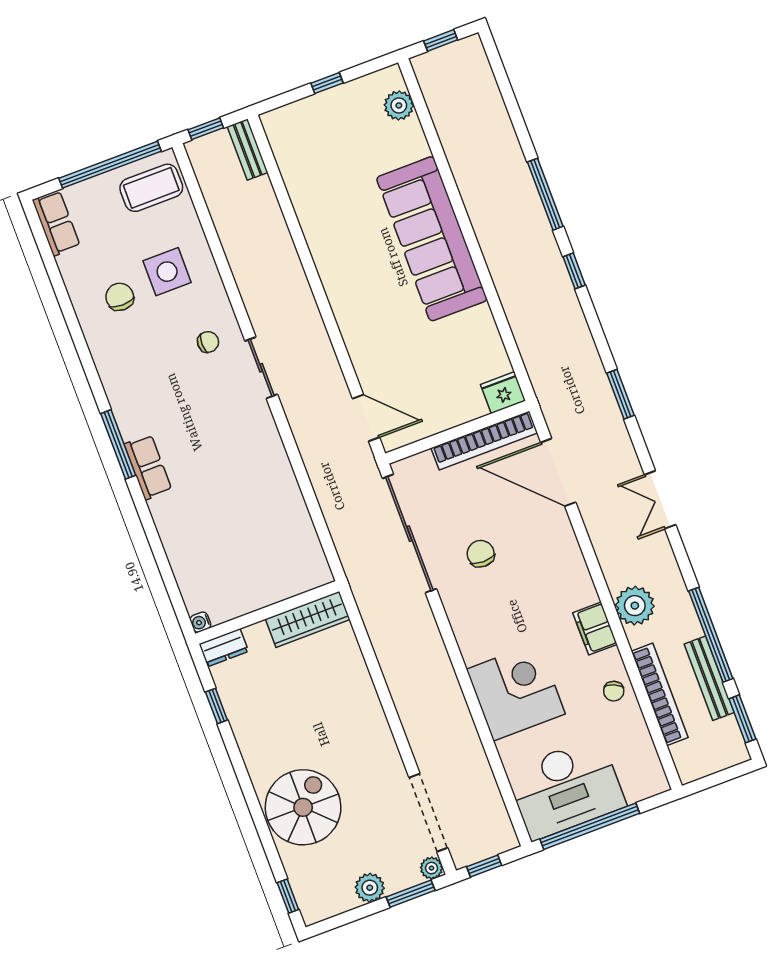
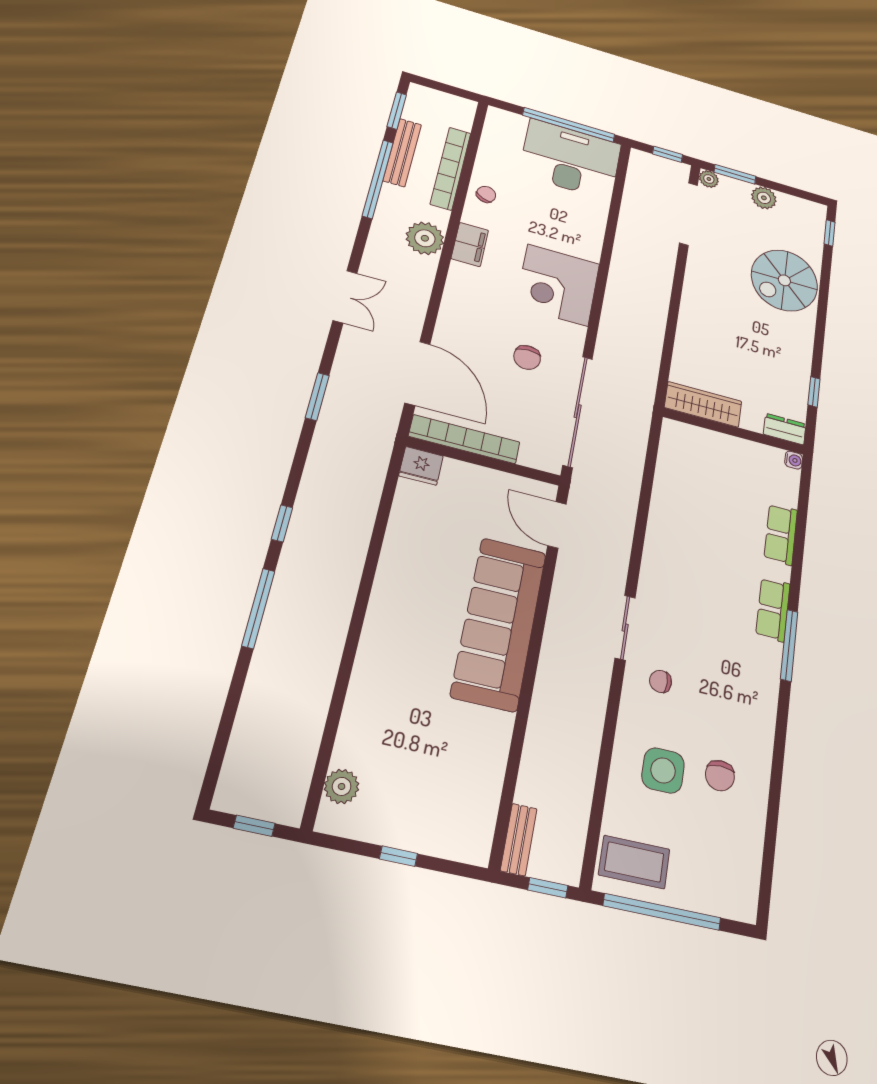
row of seats: (56, 223) -> (781, 534), moved
sofa: (432, 239) -> (499, 623), moved, turned 180
corner desk: (516, 692) -> (558, 285), moved

